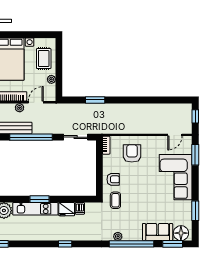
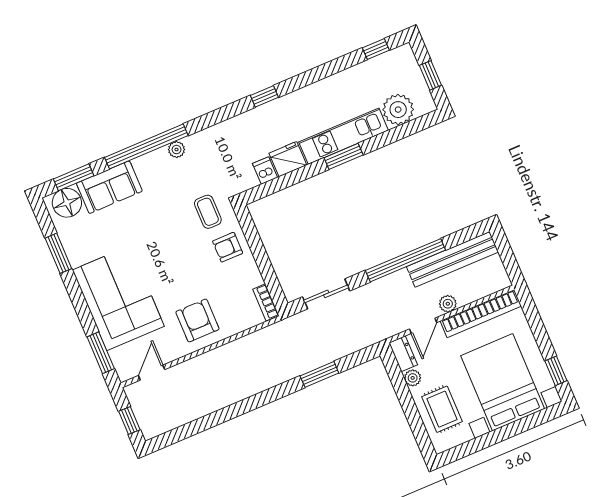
dresser: (51, 93) -> (403, 354), added
armchair: (132, 153) -> (197, 320), moved, turned 180

